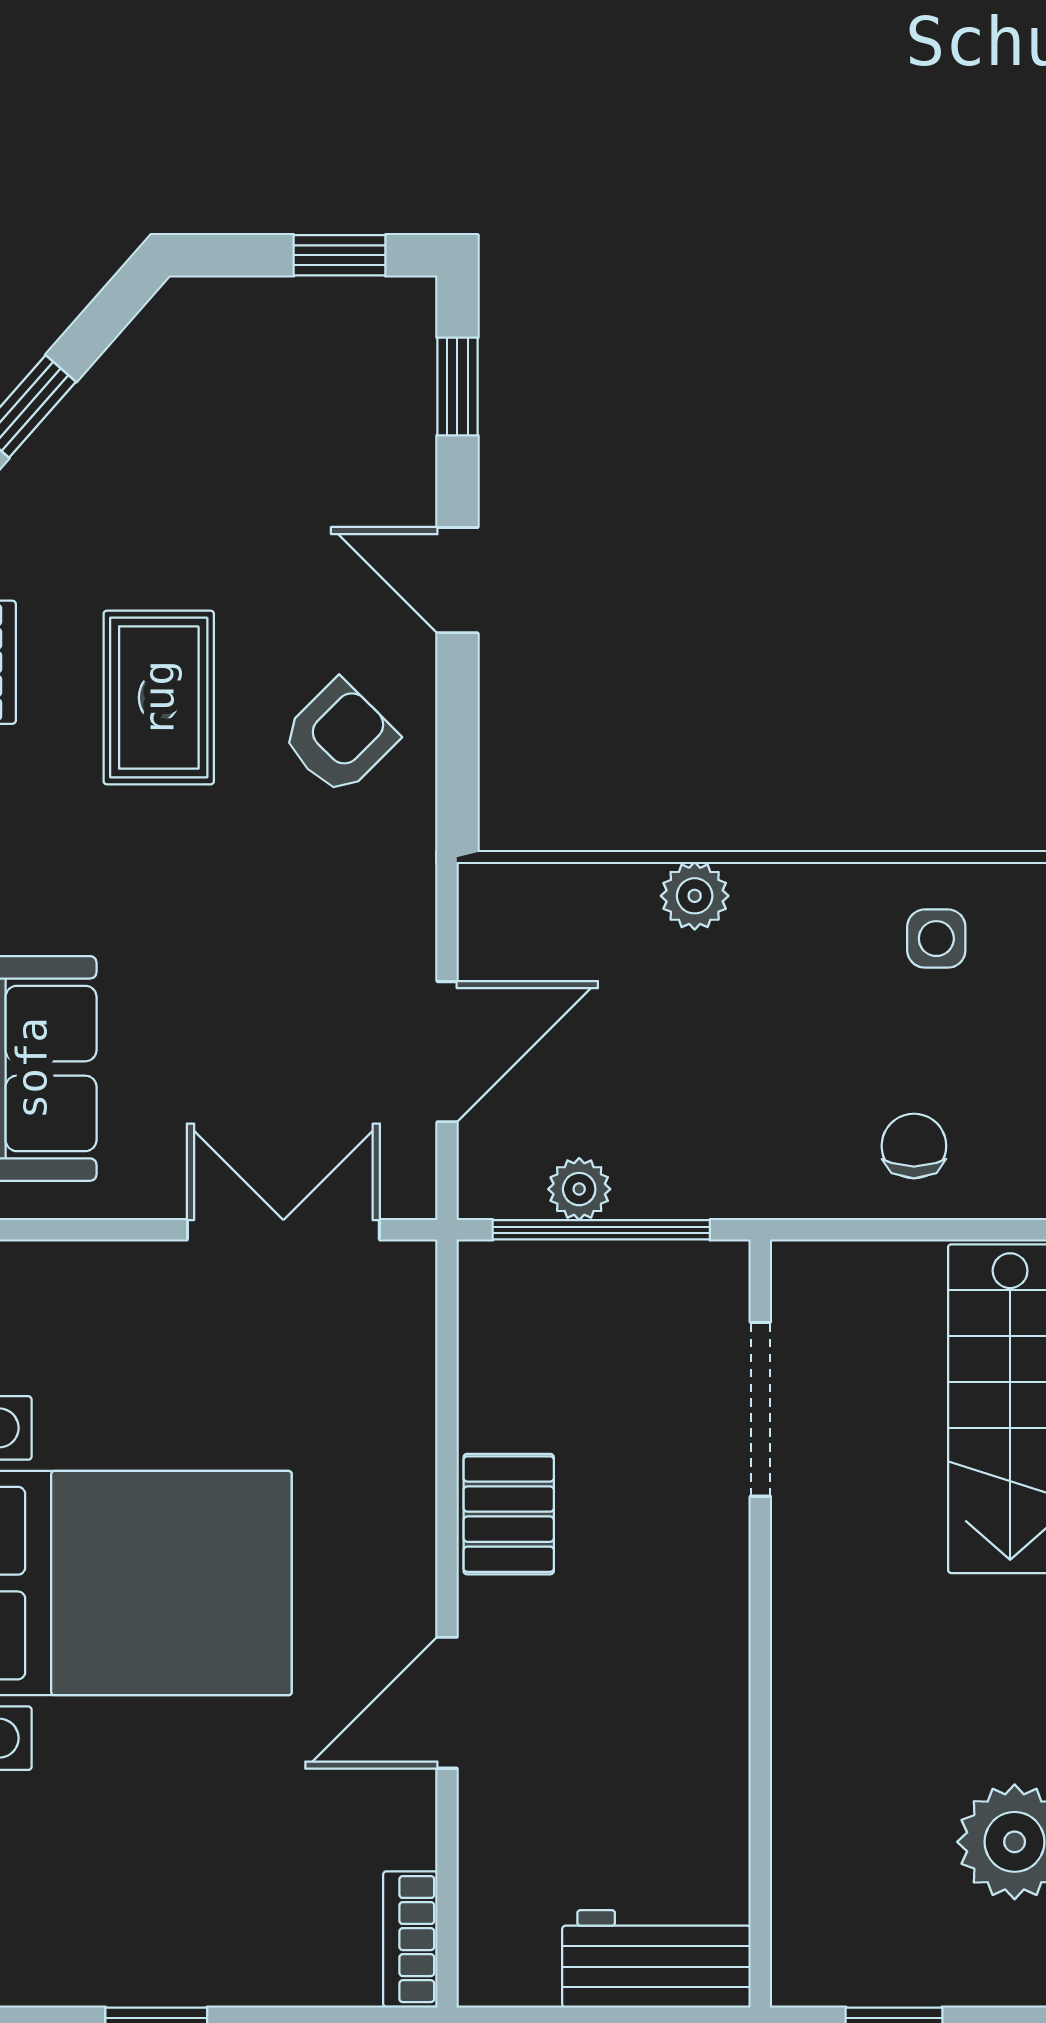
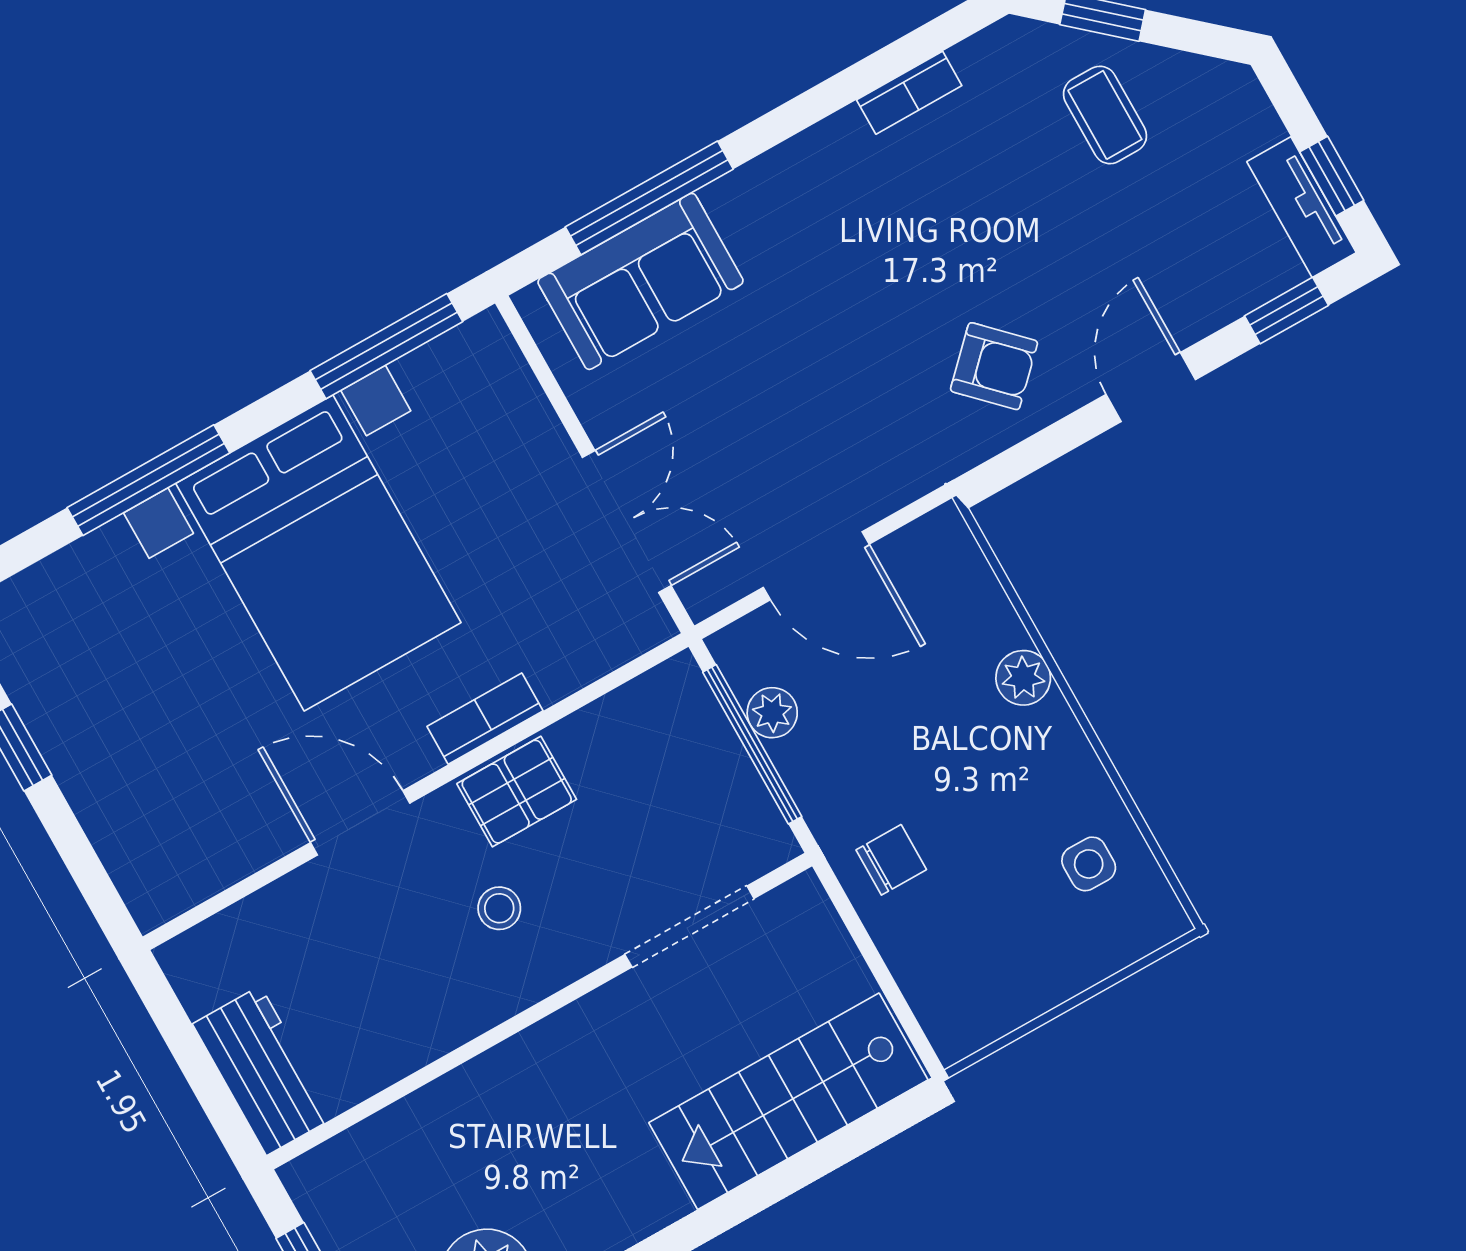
tv unit: (355, 307) -> (1302, 207), added
coffee table: (135, 464) -> (1105, 115), added
rug: (159, 698) -> (951, 224), removed
chair: (914, 1146) -> (891, 860), moved
stool: (624, 1604) -> (499, 908), added
bookcase: (410, 1939) -> (485, 719), moved

